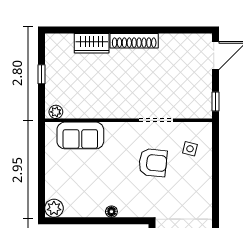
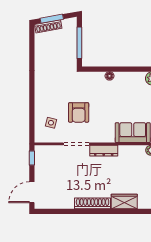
dresser: (119, 111) -> (104, 151), added
armchair: (153, 163) -> (79, 112), turned -96

